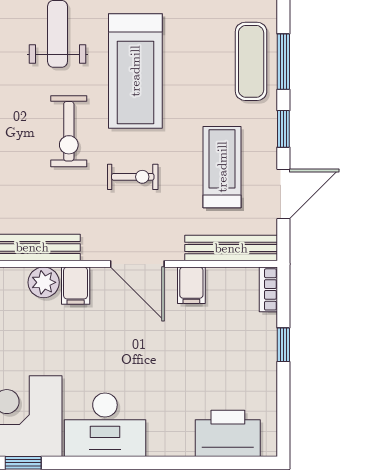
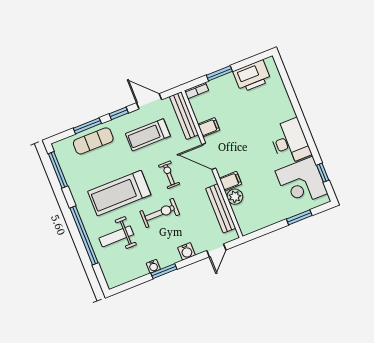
treadmill: (135, 71) -> (119, 193), turned 180
door: (137, 264) -> (209, 156), swing flipped
window: (283, 345) -> (219, 73), width x1.50
printer: (228, 433) -> (252, 76), moved, turned -90

